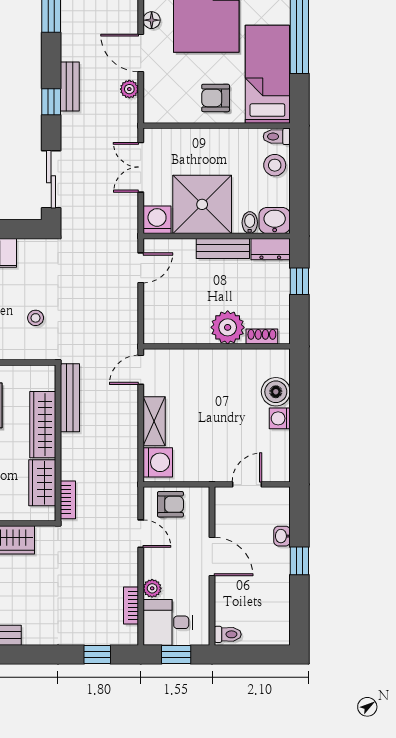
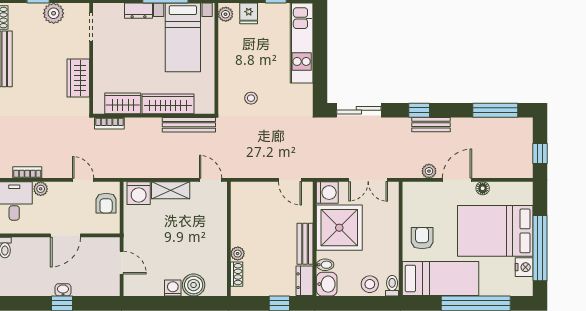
double door: (141, 167) -> (368, 180), swing flipped
plant: (228, 327) -> (238, 254), width x0.53, depth x0.53
door: (141, 534) -> (83, 180), swing flipped
washbasin: (282, 536) -> (63, 290), moved

